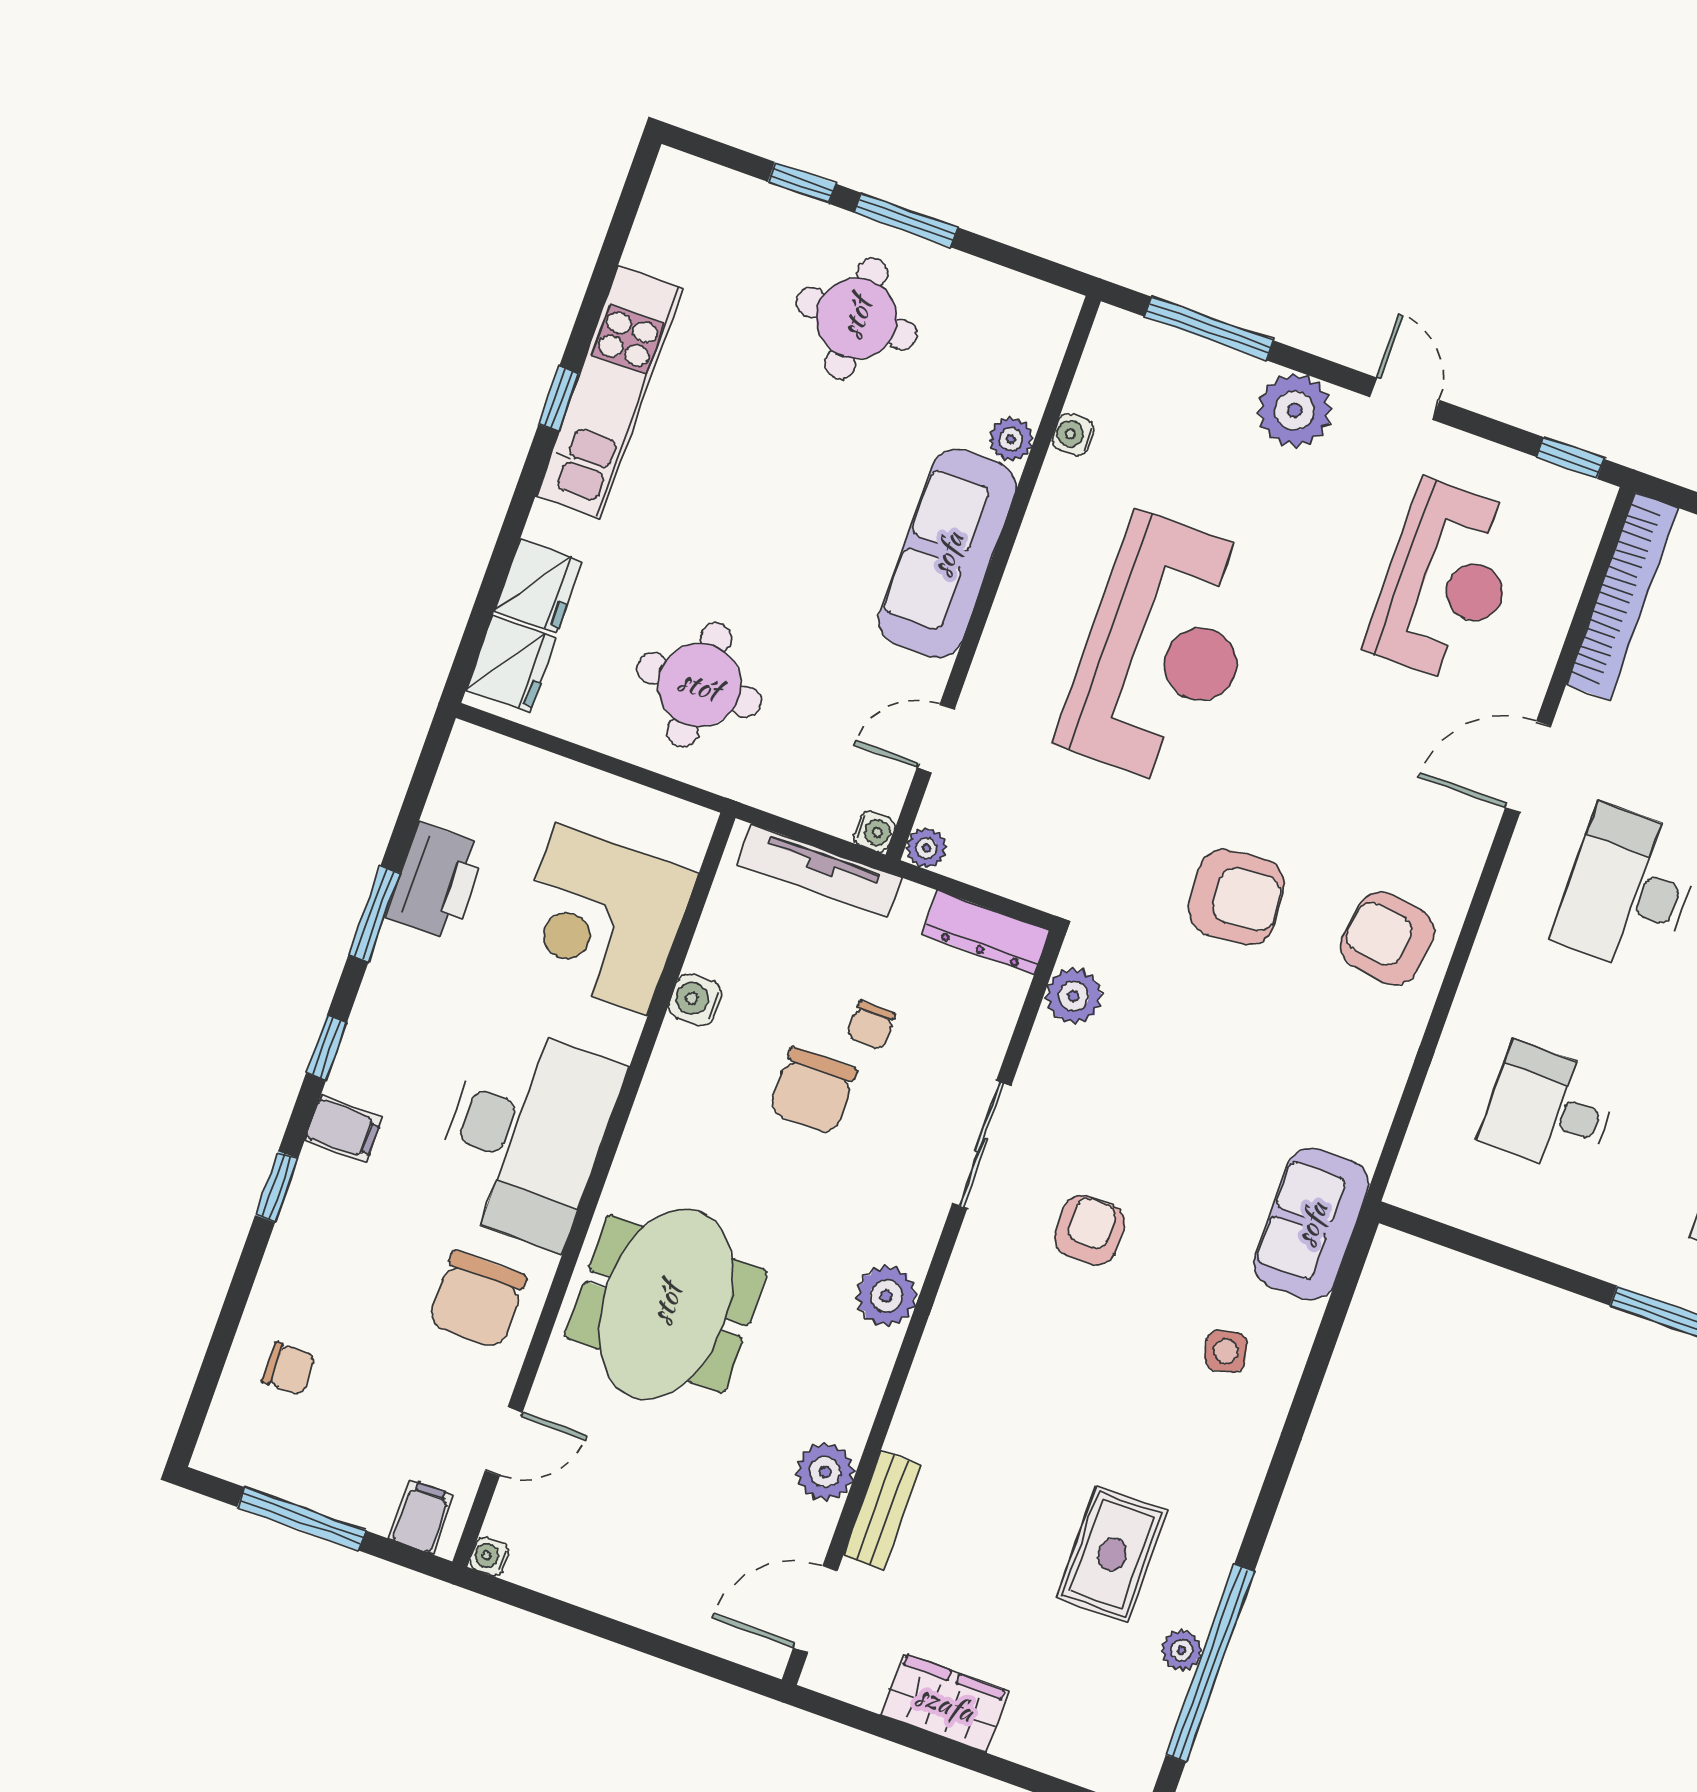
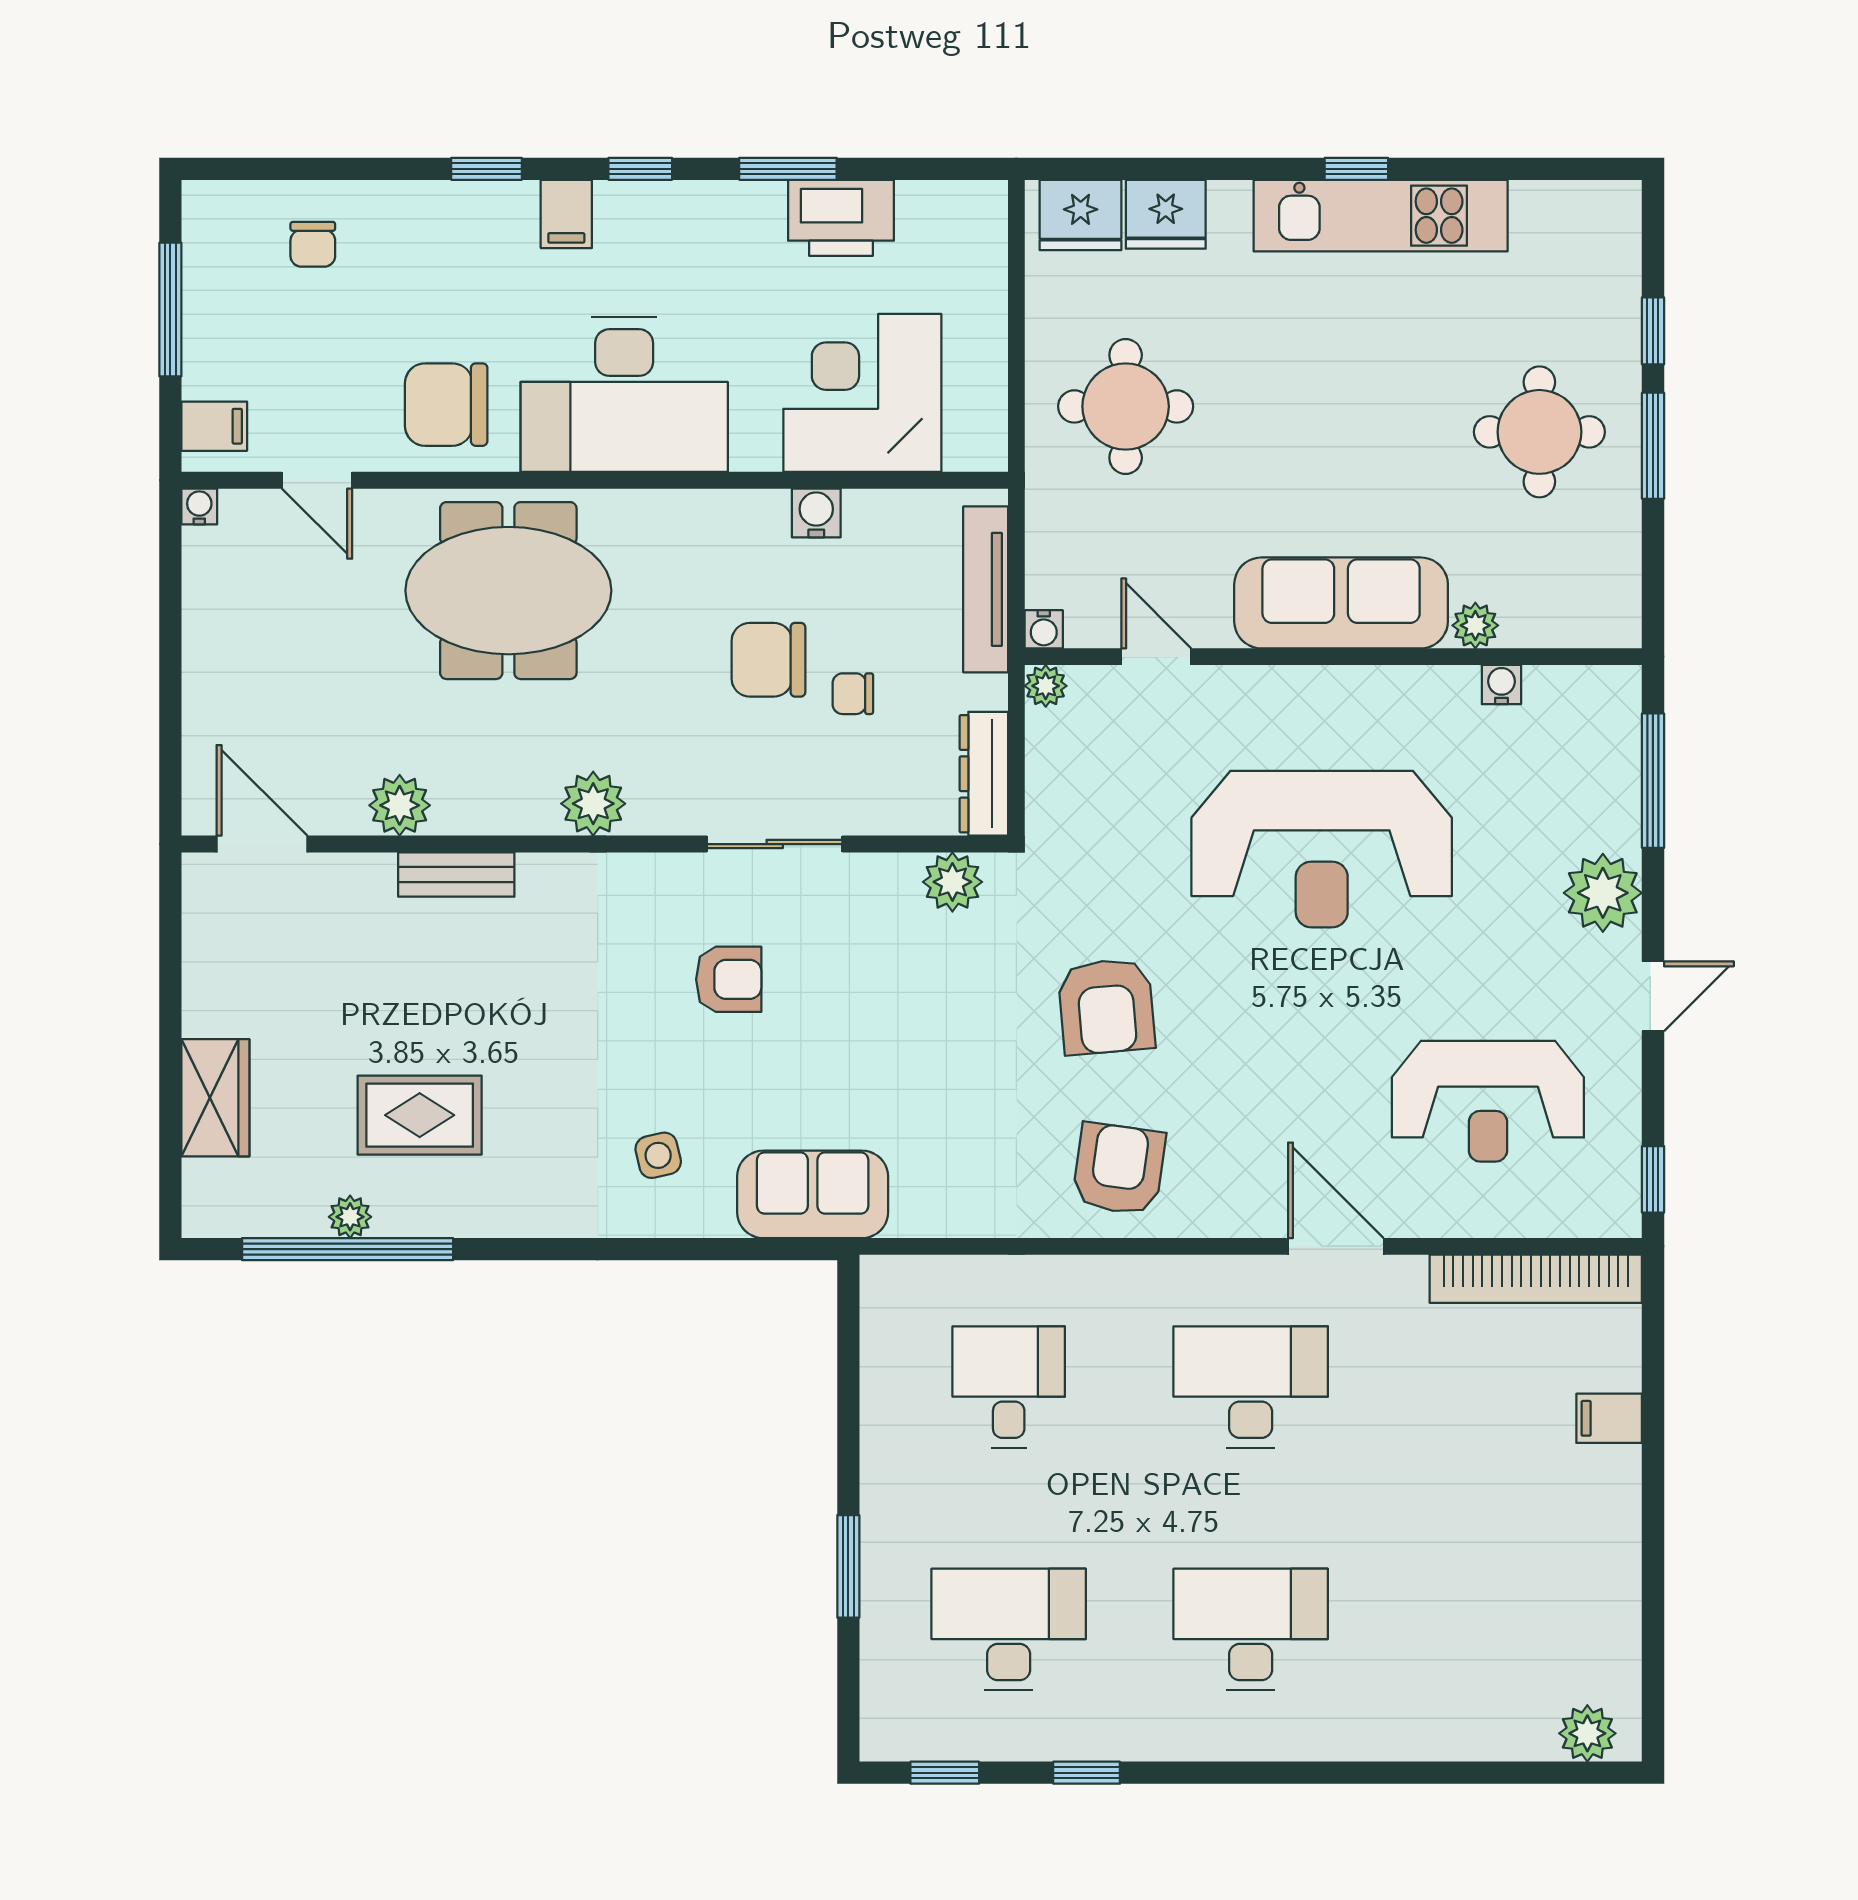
bench: (882, 1510) -> (456, 874), moved
wardrobe: (945, 1703) -> (215, 1098), moved

